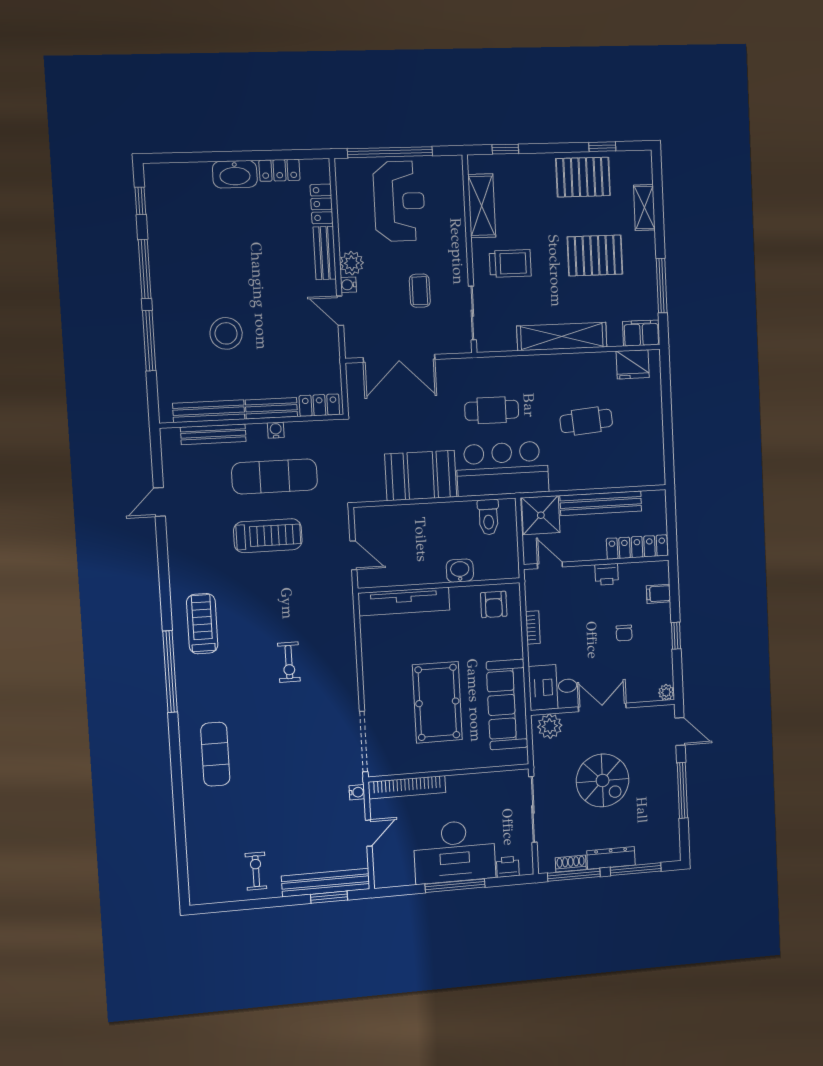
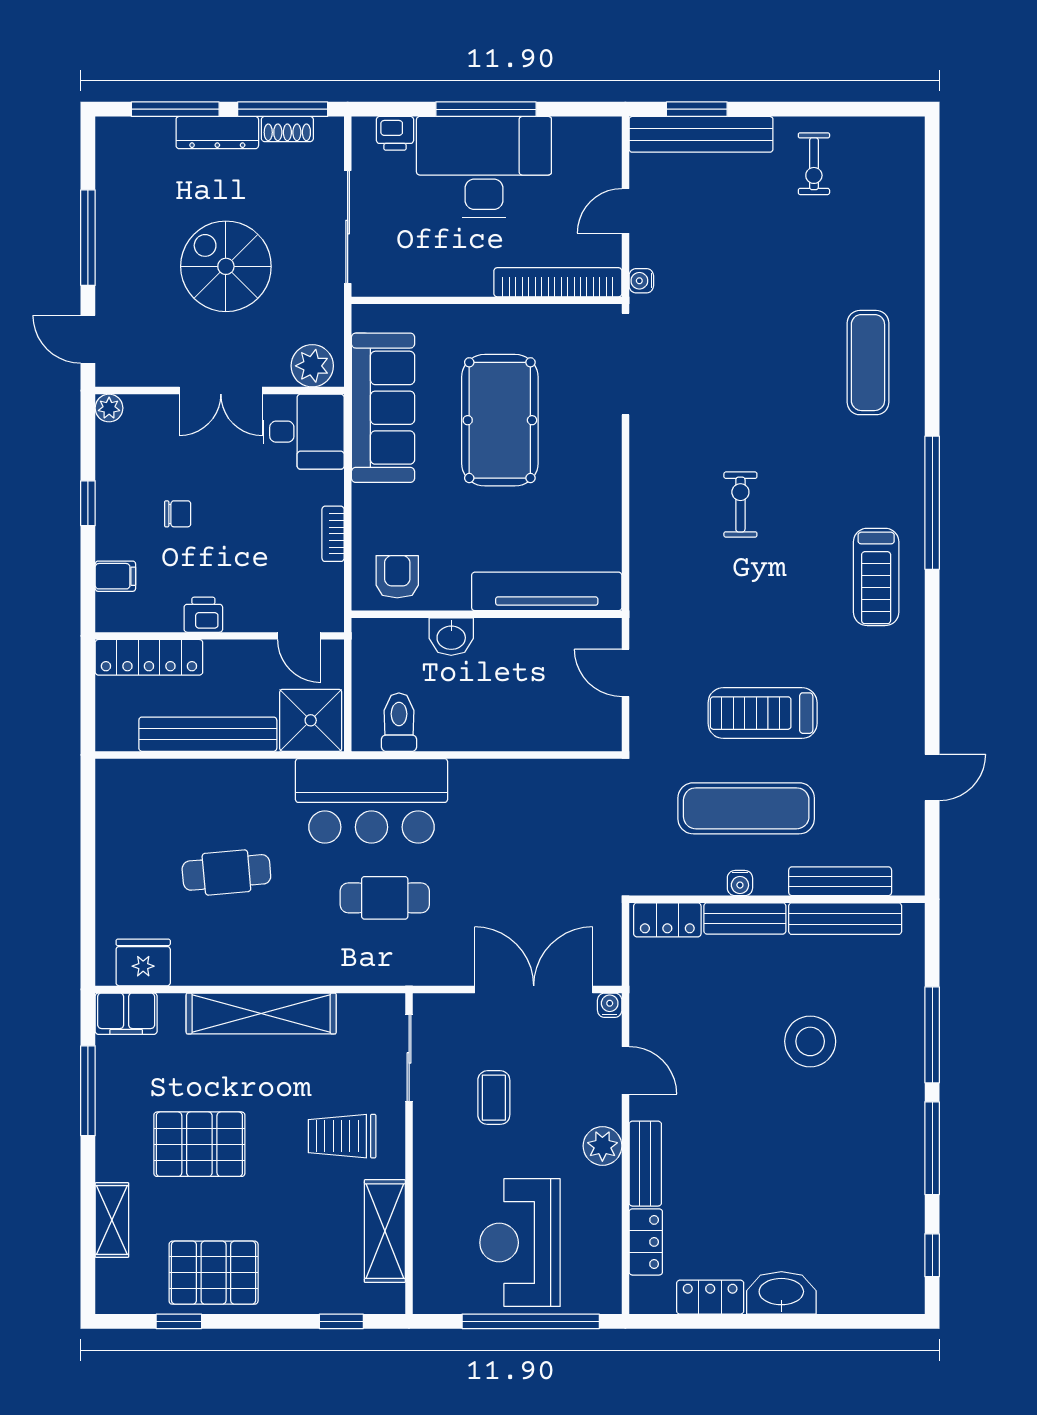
water cooler: (348, 285) -> (610, 1005), moved, turned -90
booth: (421, 475) -> (508, 797), removed
chair: (624, 633) -> (178, 514), turned 90

